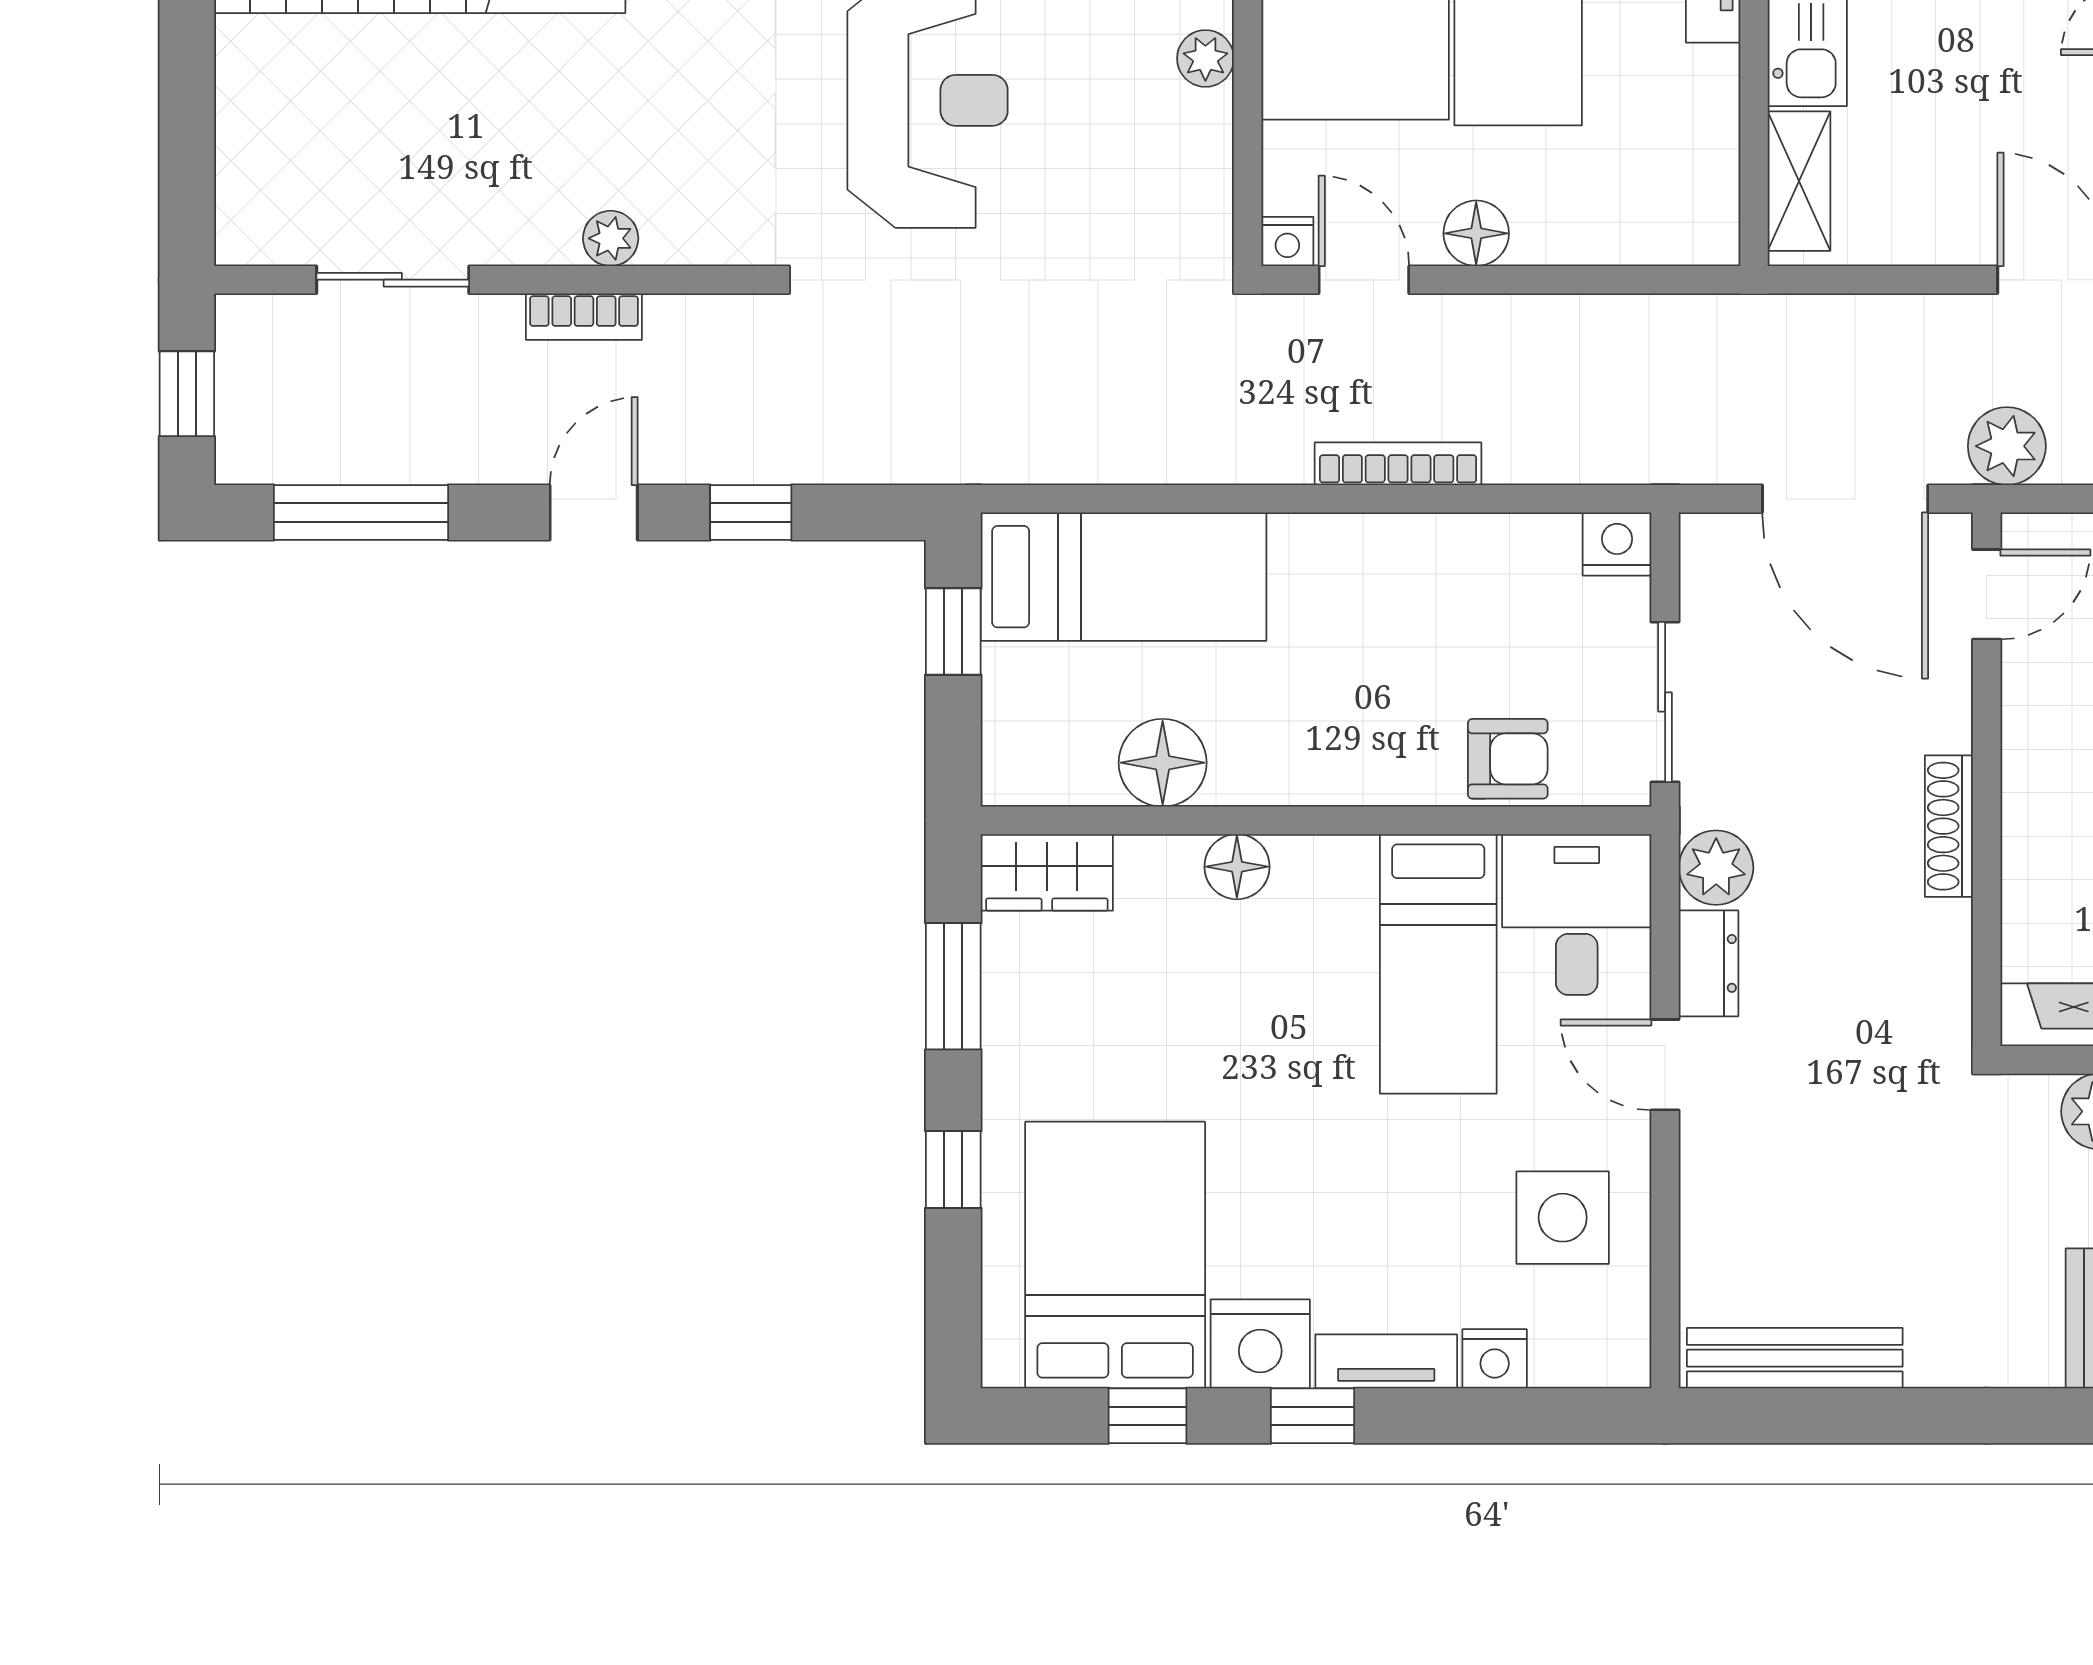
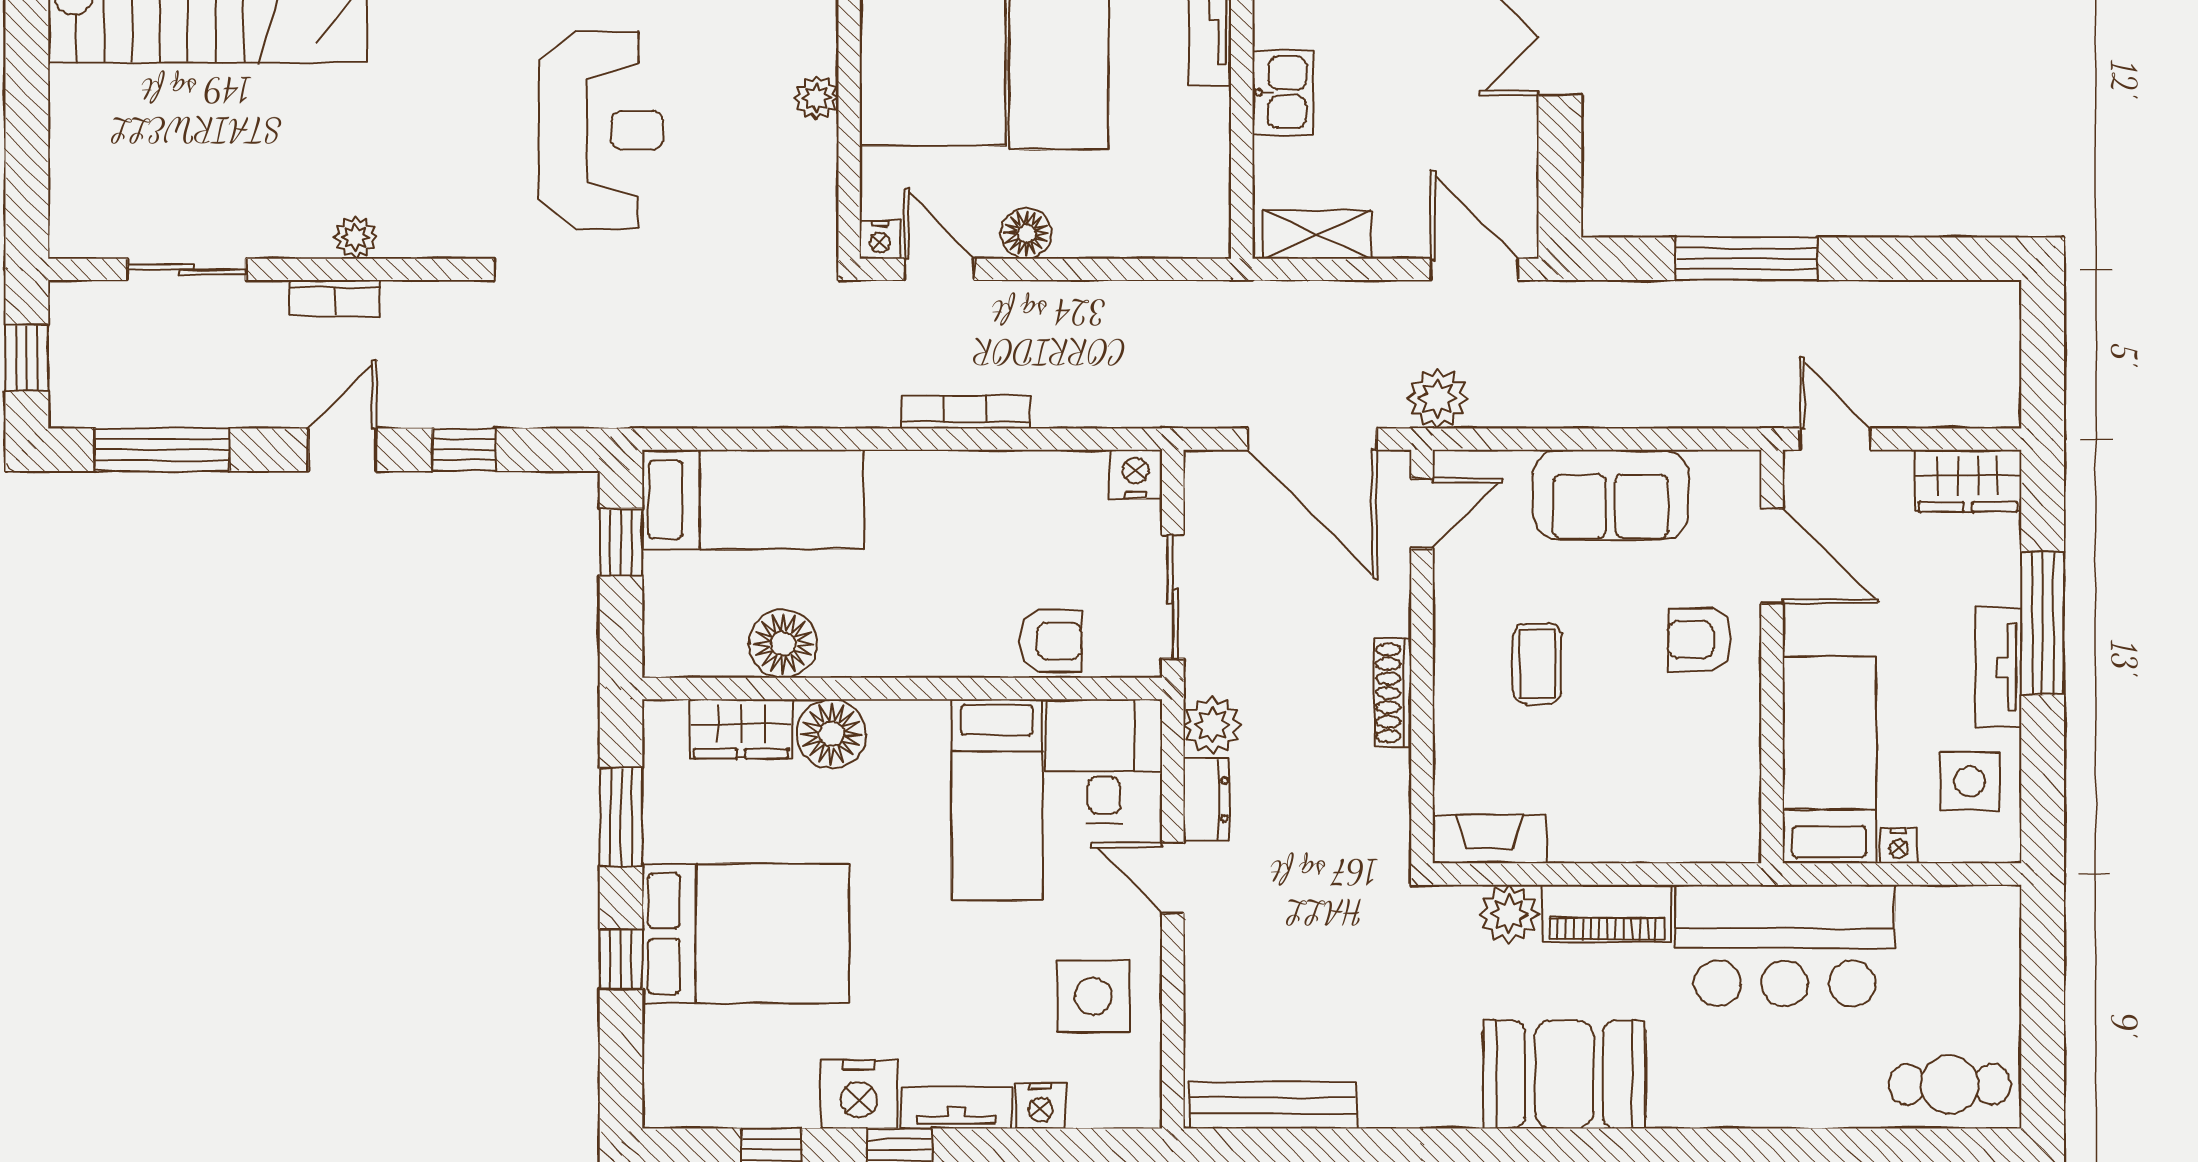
shelving: (1799, 181) -> (1317, 234), moved, turned 90
floor lamp: (1237, 867) -> (831, 734), width x1.38, depth x1.38
wardrobe: (1047, 872) -> (741, 729), moved
bed: (1115, 1255) -> (746, 933), moved, turned 90

